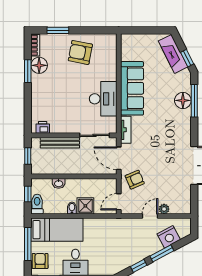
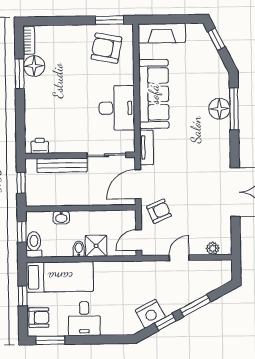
window: (58, 30) -> (110, 20), moved
armchair: (80, 52) -> (107, 48), moved
fireplace: (173, 54) -> (162, 33), moved, turned -63
window: (187, 58) -> (216, 39), moved
door: (119, 158) -> (138, 184), hinge flipped
plant: (164, 209) -> (213, 248), moved
nightstand: (169, 237) -> (150, 314), moved
window: (28, 244) -> (23, 296), width x0.46
armchair: (40, 261) -> (39, 318), turned 90

